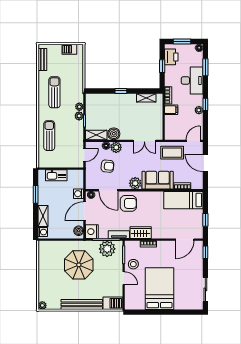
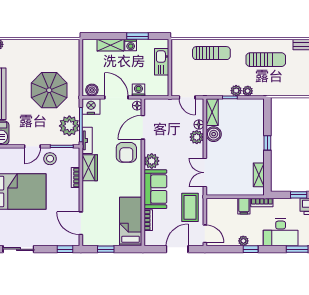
armchair: (107, 166) -> (173, 126), removed
washing machine: (43, 232) -> (131, 45), moved

